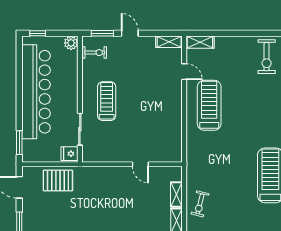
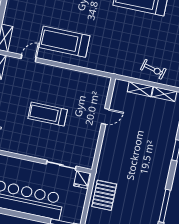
treadmill: (107, 101) -> (48, 114), moved

